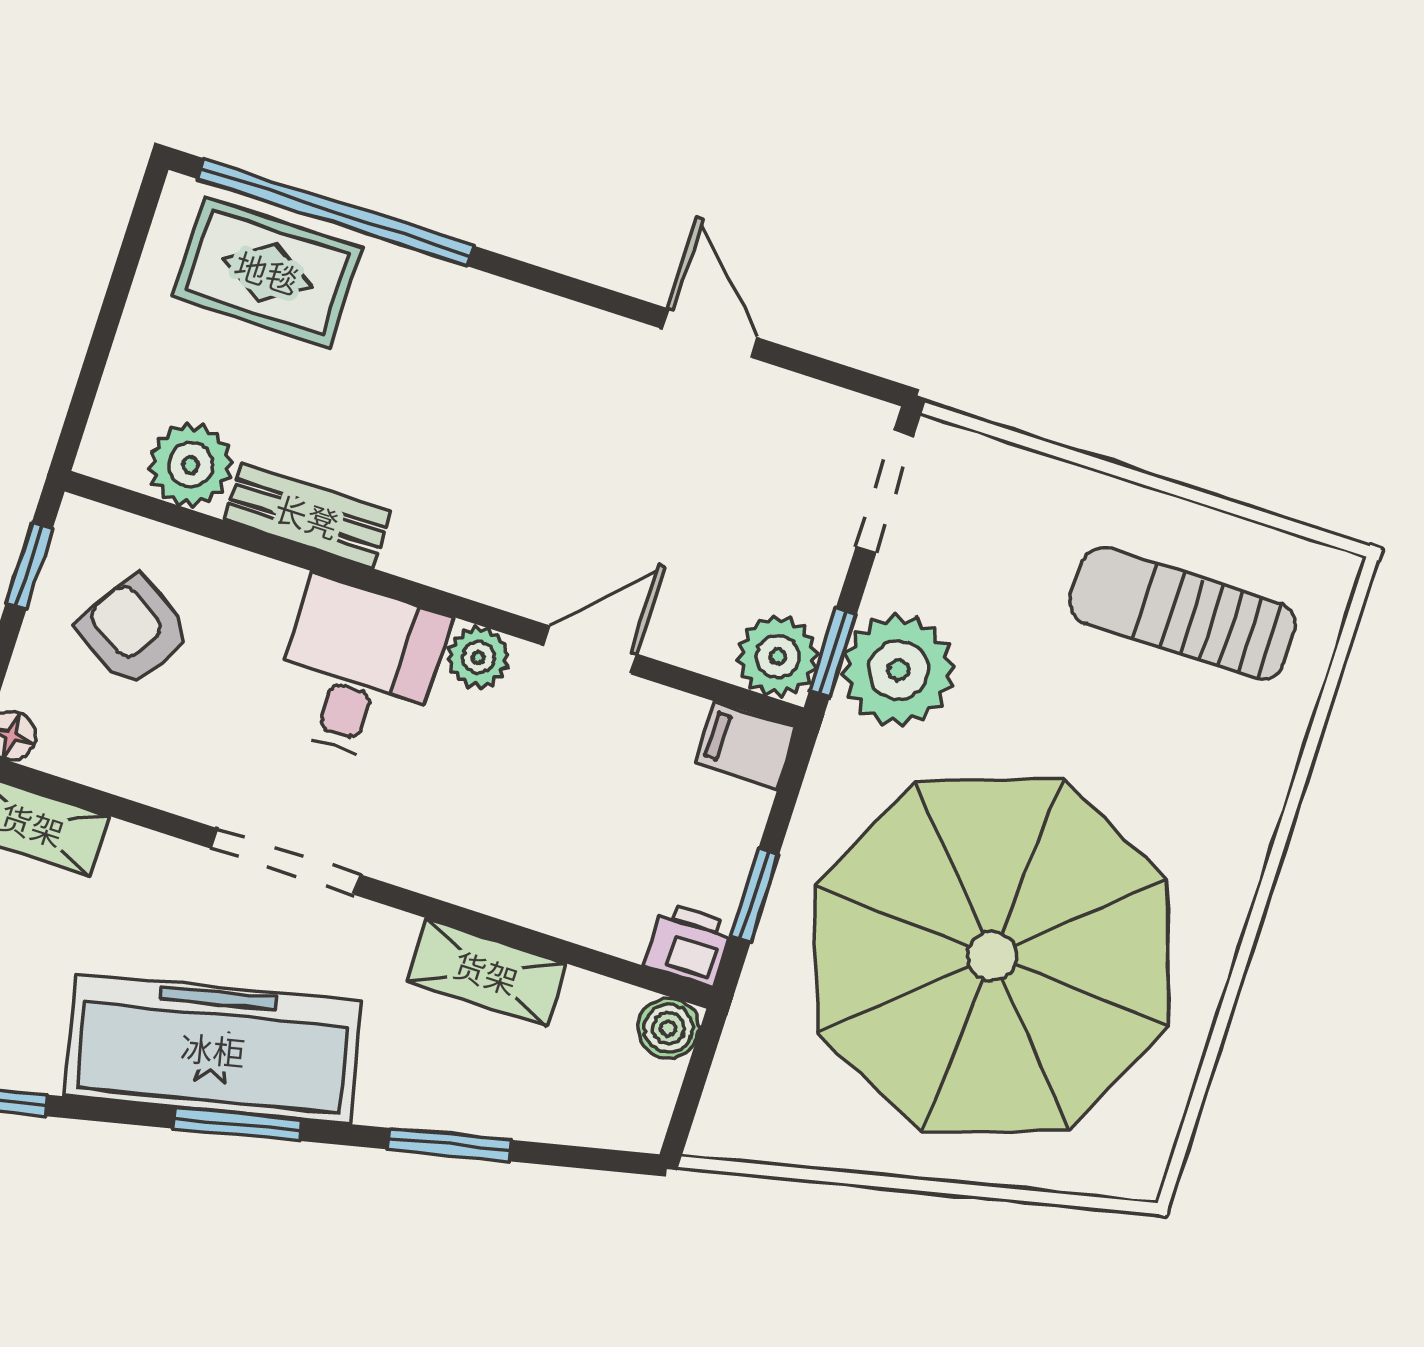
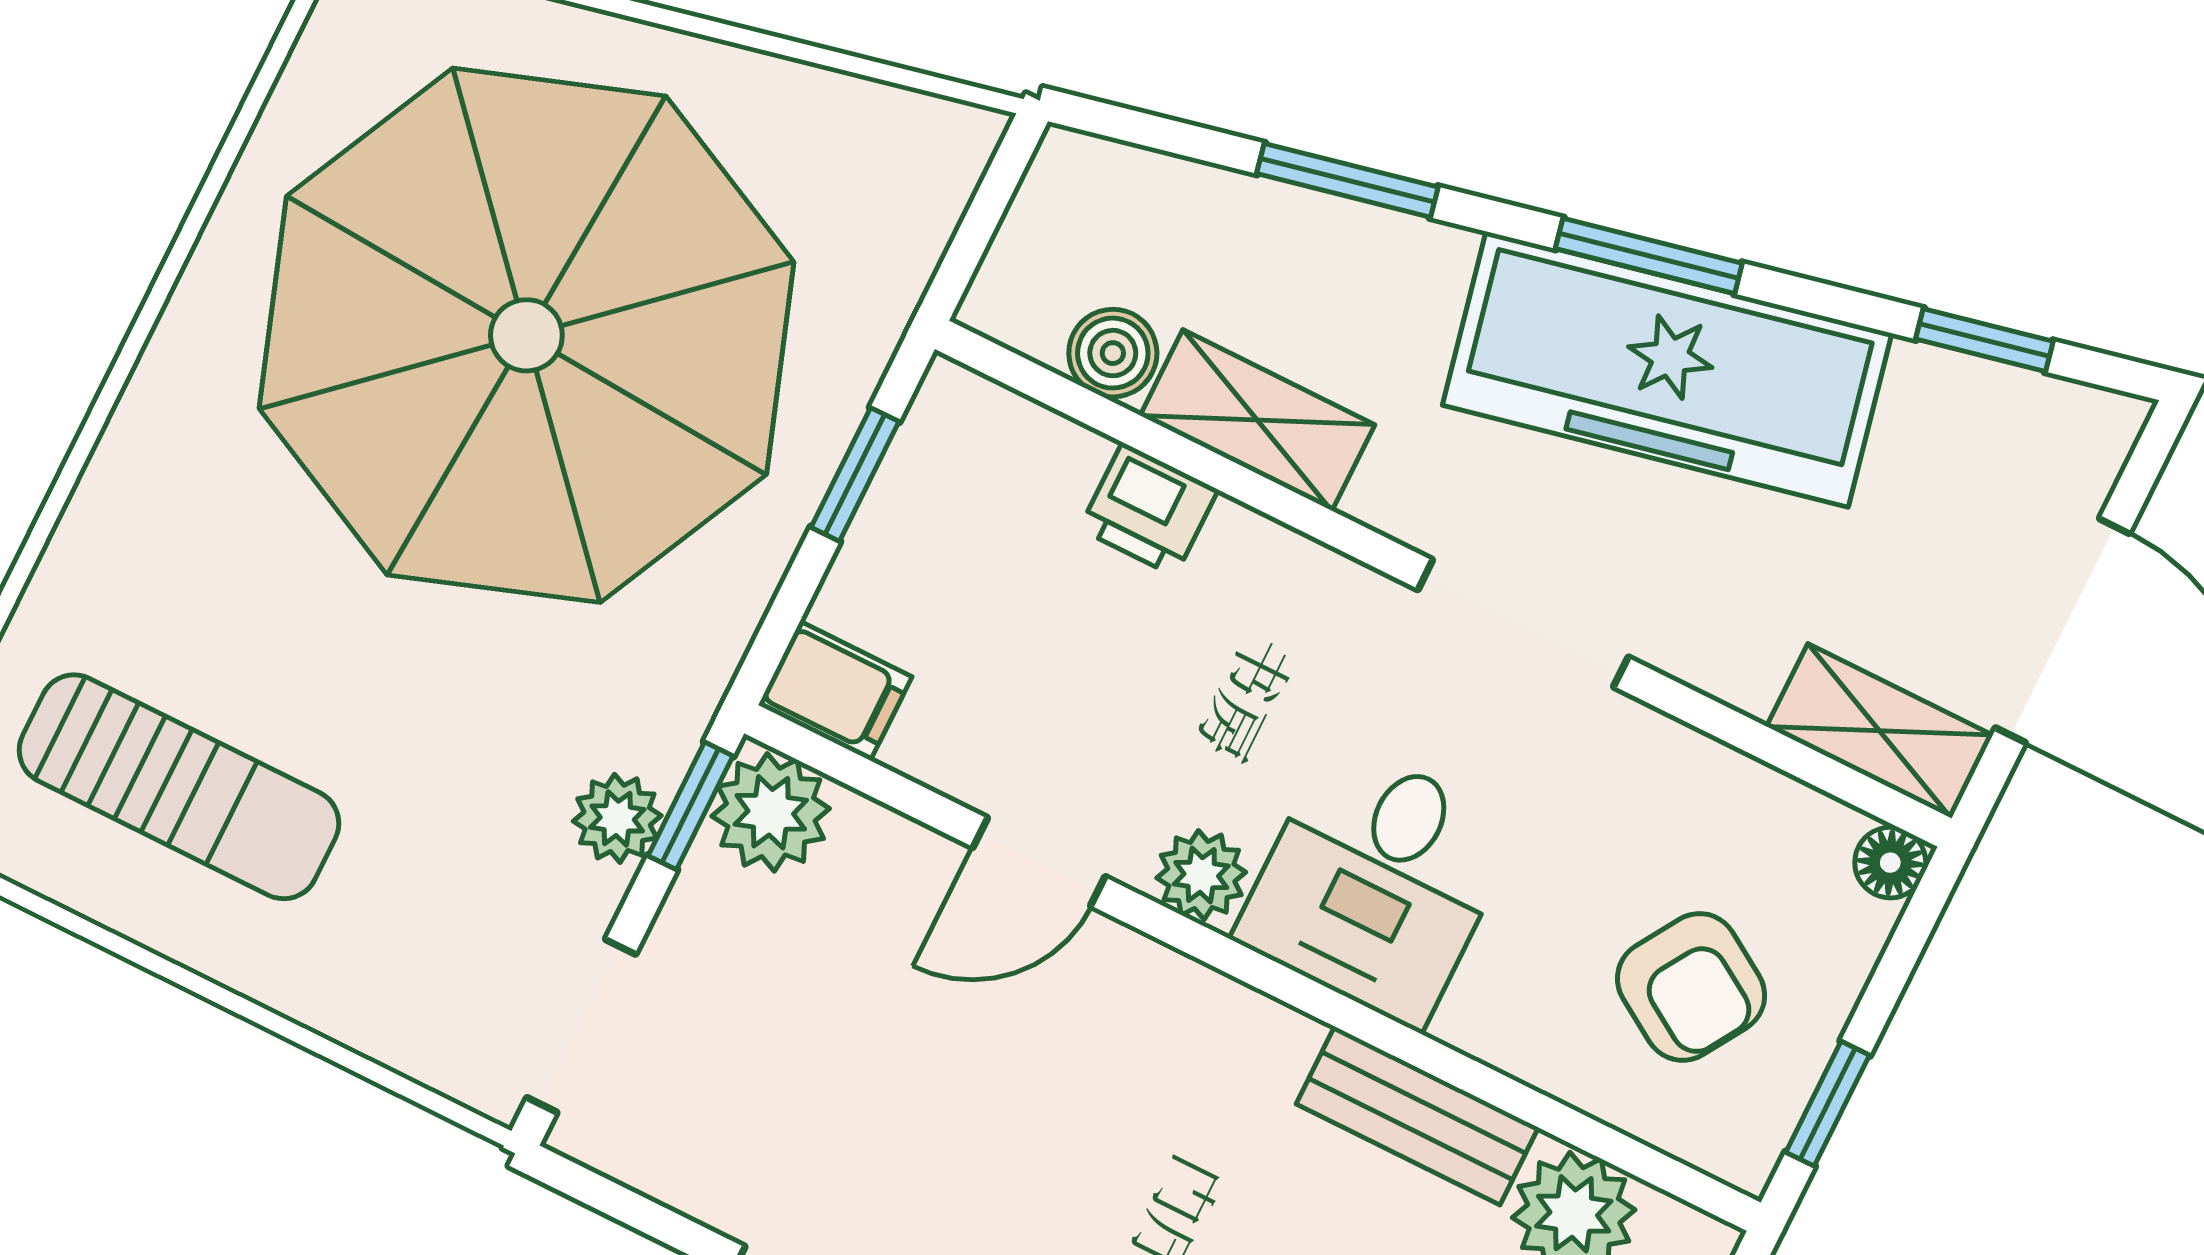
plant: (899, 670) -> (617, 818), width x0.53, depth x0.53
printer: (688, 945) -> (1149, 509), moved
boiler: (668, 1028) -> (1113, 353), moved

